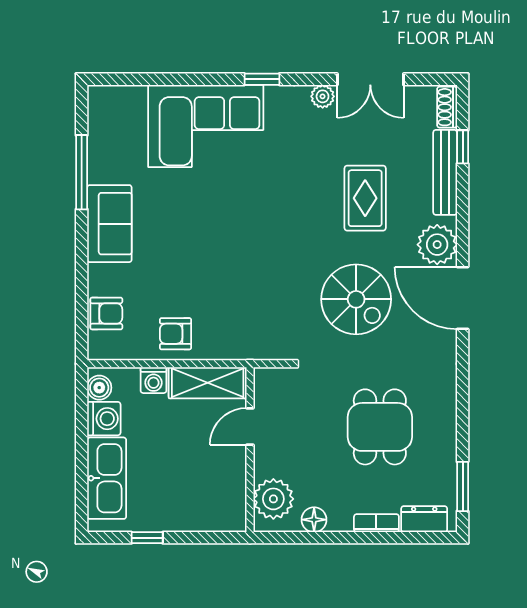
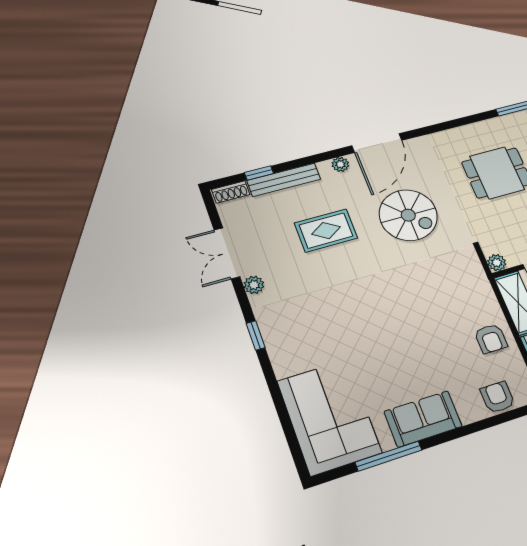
double door: (370, 79) -> (227, 253), swing flipped
corner sofa: (206, 126) -> (329, 417), moved
plant: (437, 245) -> (340, 164), width x0.53, depth x0.53
spiral stairs: (356, 299) -> (408, 215), turned 90
plant: (265, 378) -> (497, 263), added

